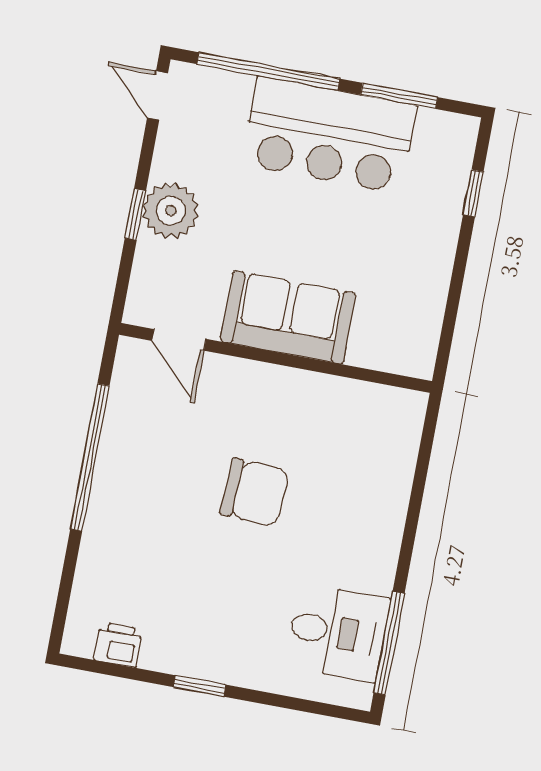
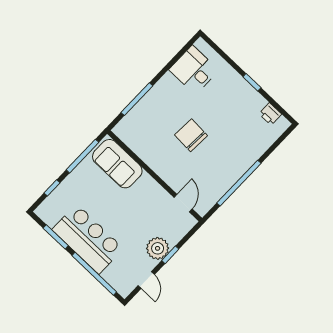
door: (158, 96) -> (146, 280), moved
window: (453, 301) -> (82, 156), added
sofa: (288, 317) -> (117, 164), moved
window: (389, 643) -> (137, 99), moved

